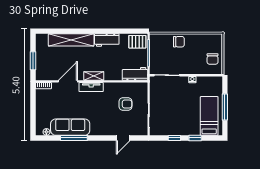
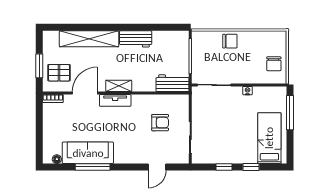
pallet: (137, 42) -> (59, 73), moved
window: (225, 107) -> (290, 113), moved

